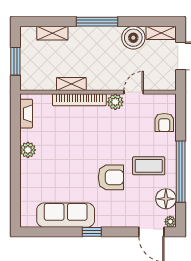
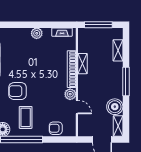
window: (15, 61) -> (98, 25), width x1.44
armchair: (111, 177) -> (18, 91), turned 90

